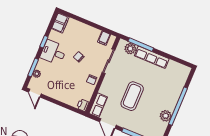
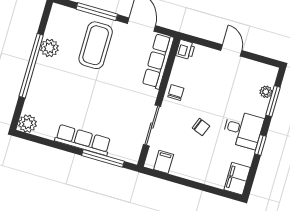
plant: (130, 49) -> (28, 124), moved
door: (35, 93) -> (231, 50), moved
coffee table: (132, 96) -> (96, 45), moved
row of seats: (98, 105) -> (158, 61), width x1.48

